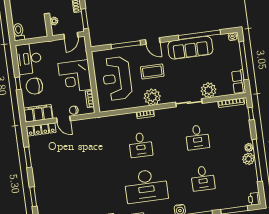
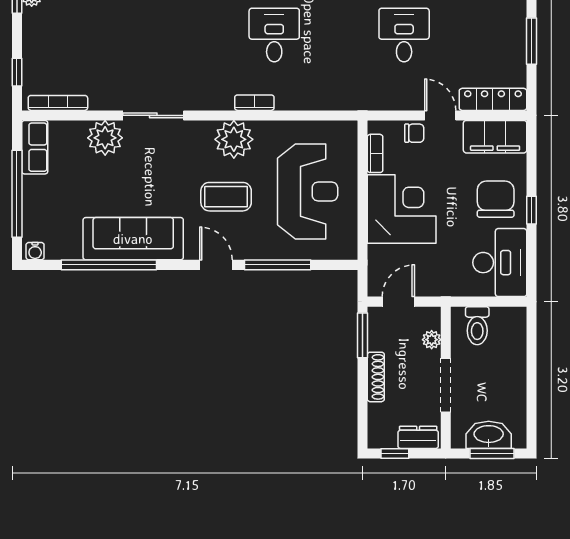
toilet: (19, 32) -> (477, 326), moved
chair: (34, 86) -> (496, 199), turned -90
desk: (197, 137) -> (404, 35), moved

